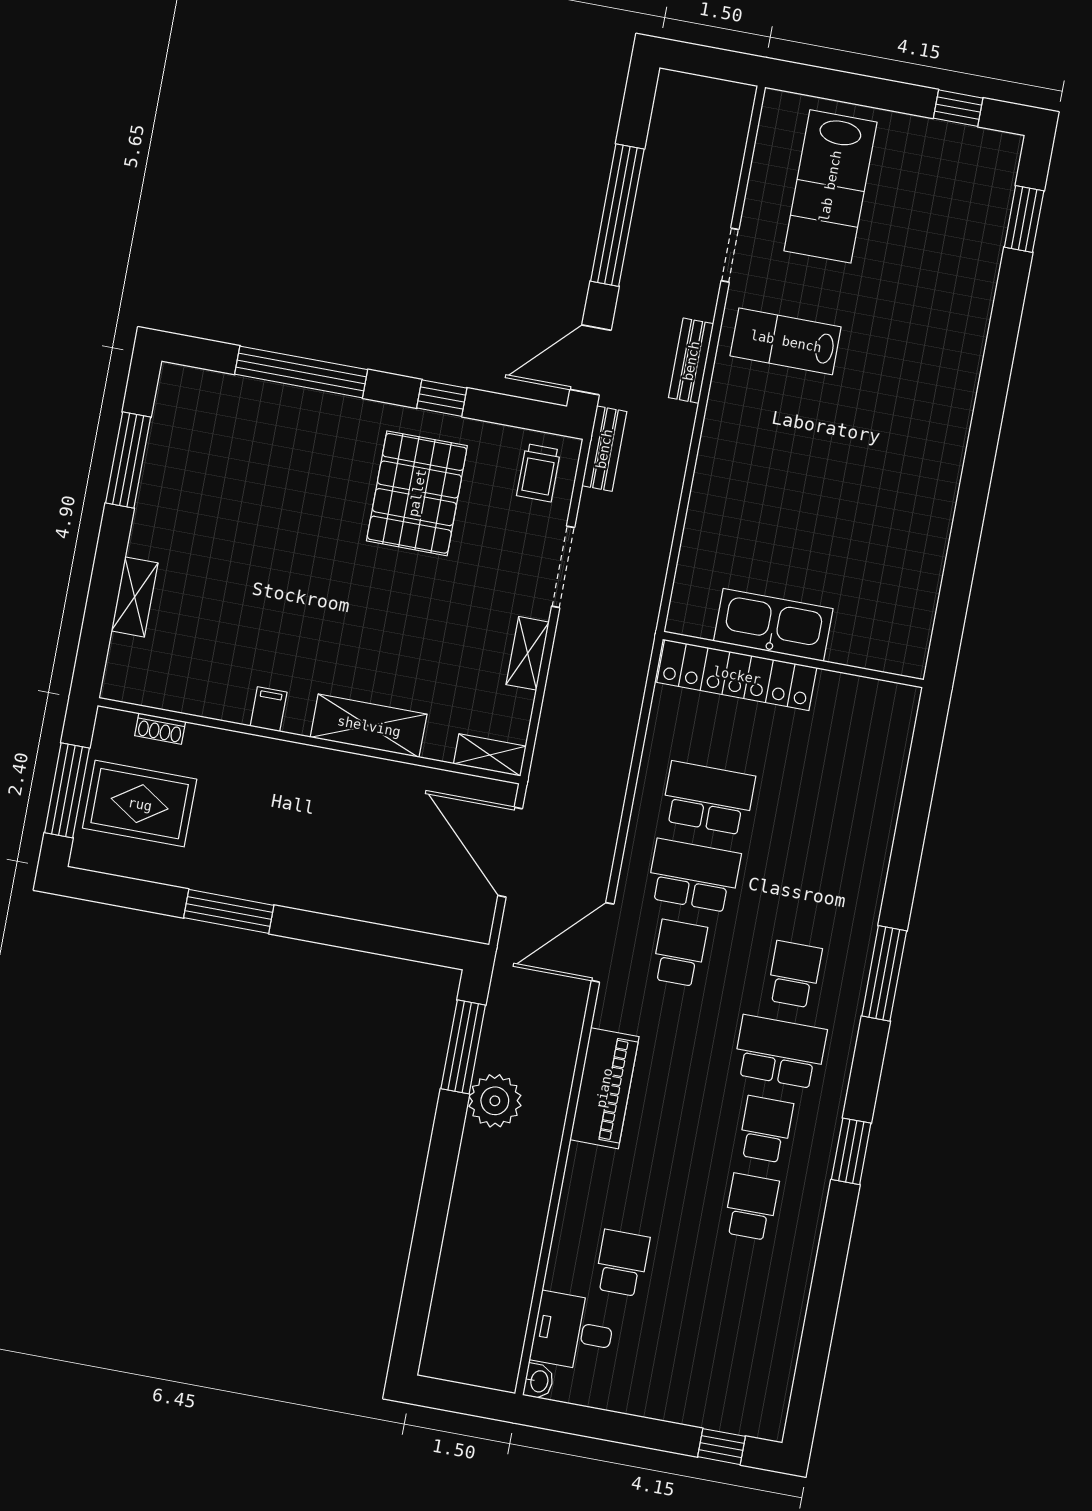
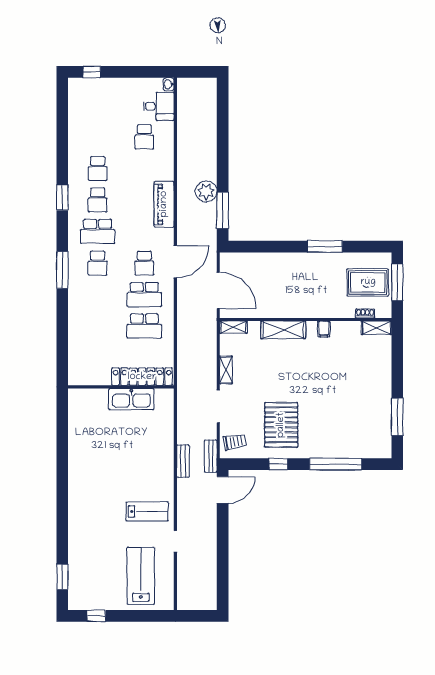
window: (617, 215) -> (223, 549), removed
bench: (691, 361) -> (183, 461), moved
trolley: (539, 473) -> (235, 442), turned 80
shelving: (135, 597) -> (376, 328), moved, turned 90

